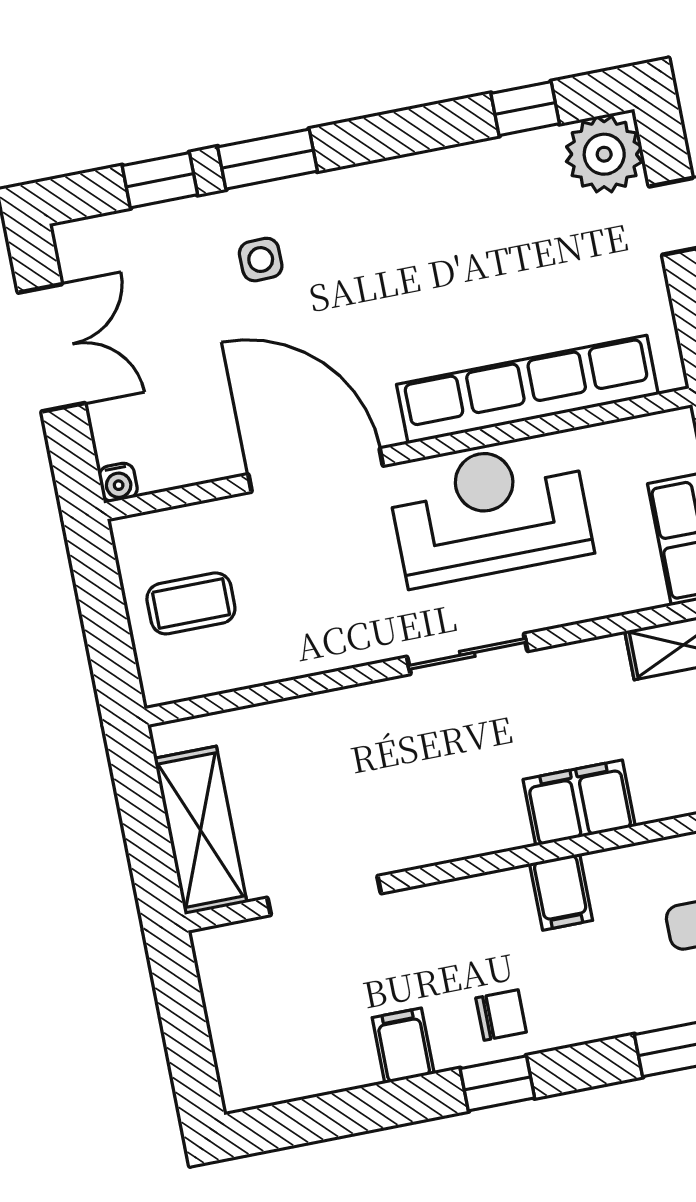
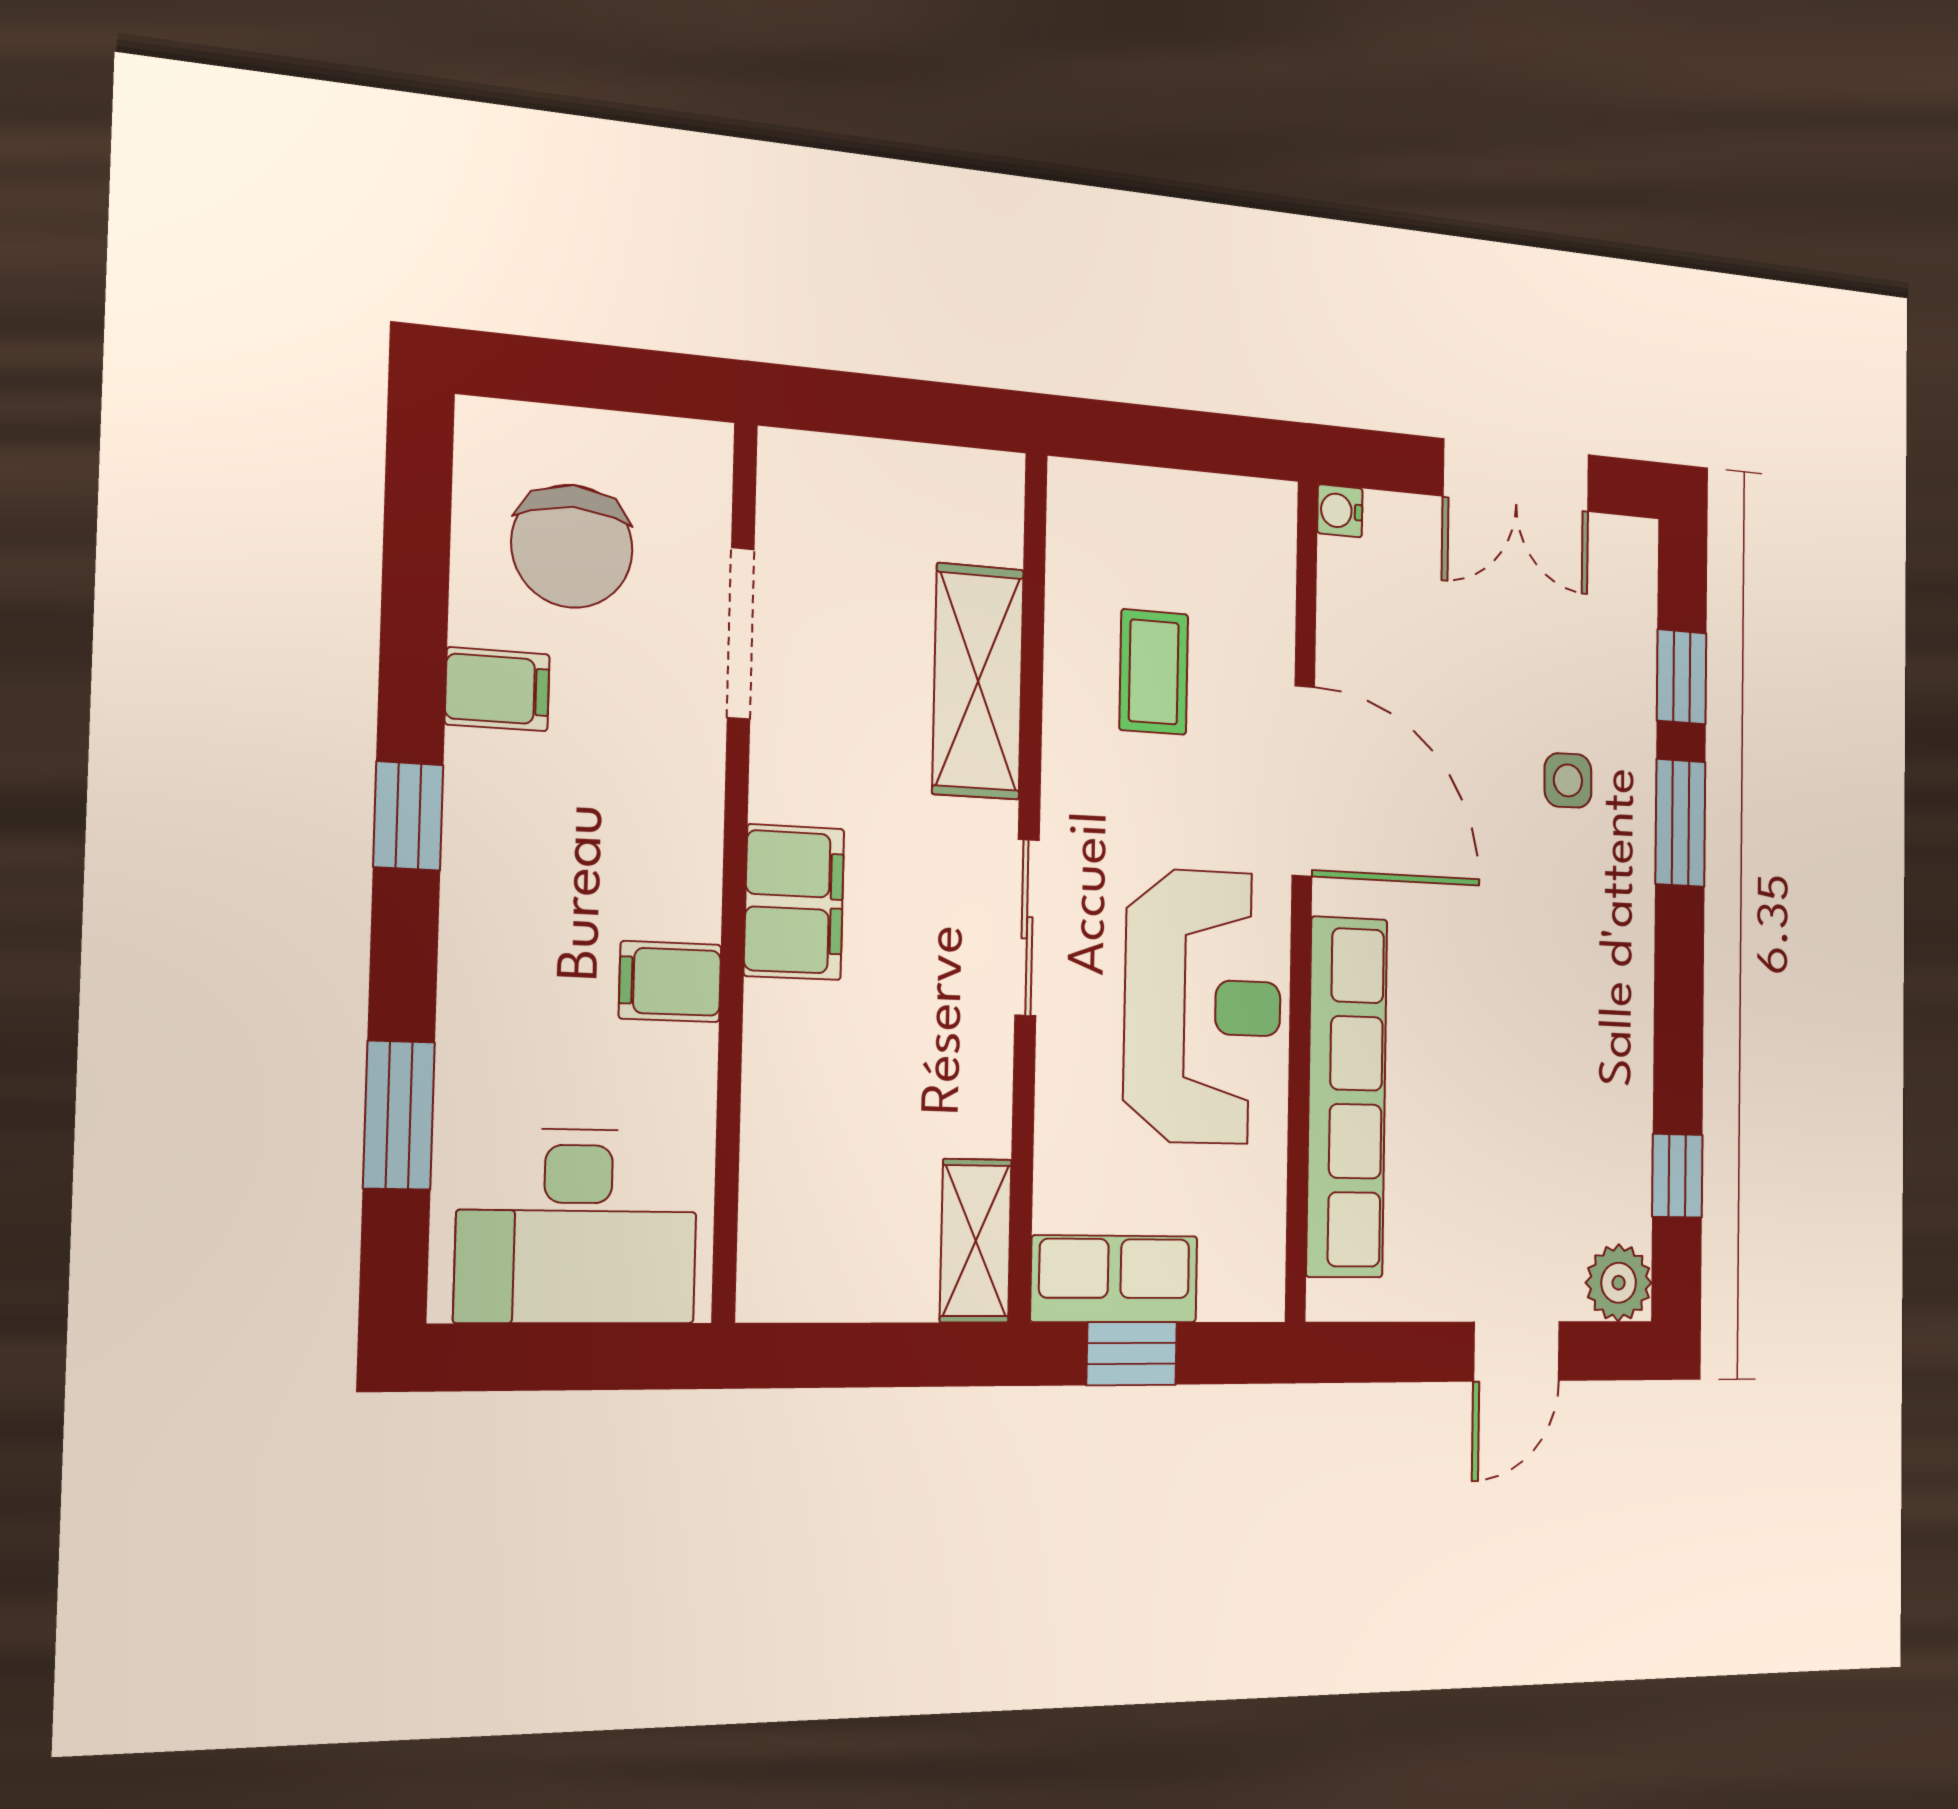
plant: (604, 154) -> (1619, 1283), width x0.73, depth x0.73
door: (316, 470) -> (1303, 781), hinge flipped
coffee table: (191, 603) -> (1154, 672), moved
filing cabinet: (579, 803) -> (794, 902), moved
shelving: (200, 830) -> (978, 681), moved, turned 90
chair: (501, 1015) -> (572, 546), moved, width x1.87, depth x1.87

